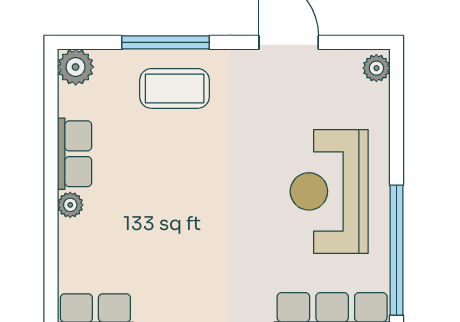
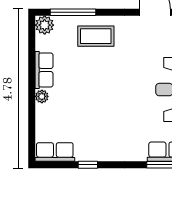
window: (166, 42) -> (73, 12), moved

